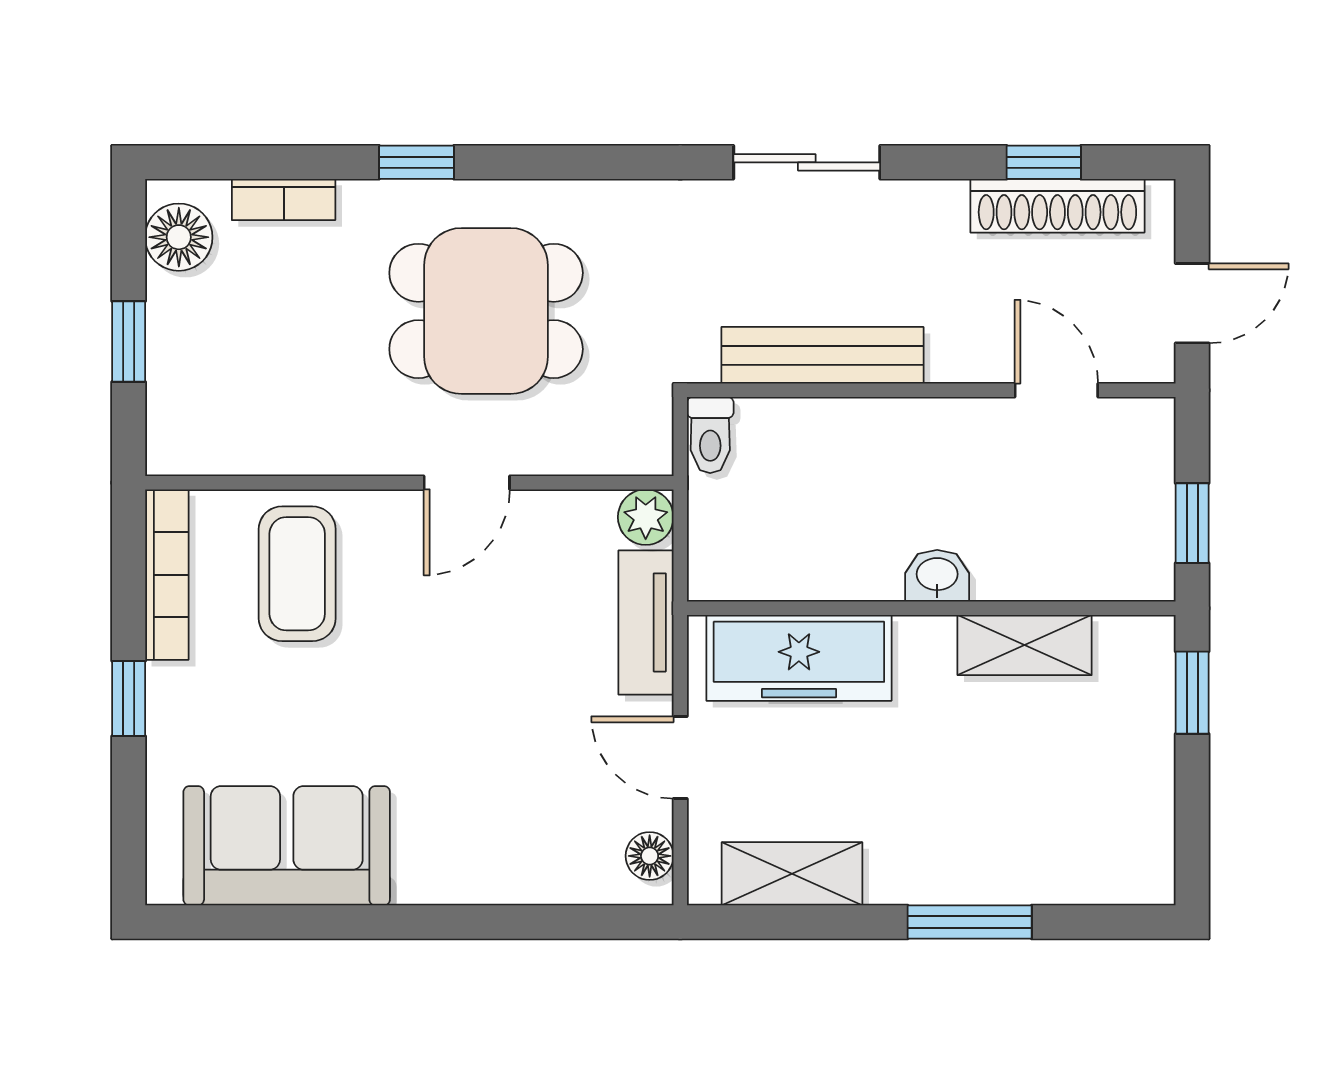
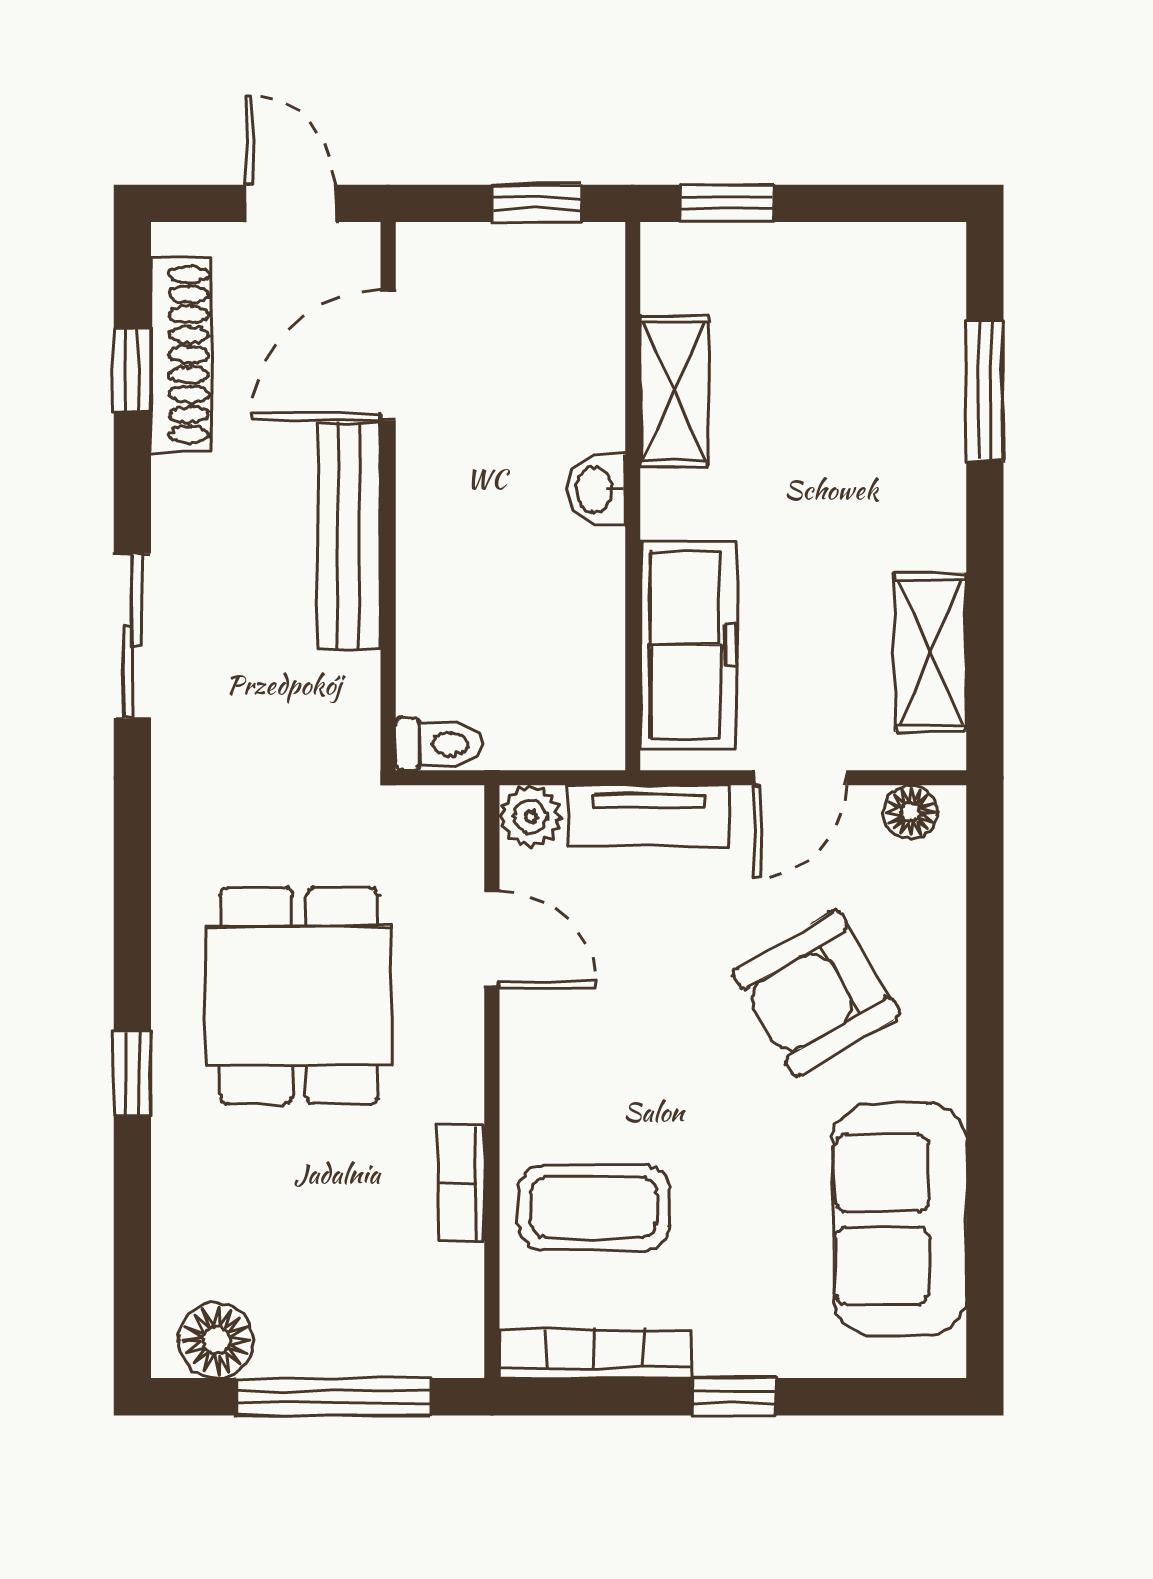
bookcase: (284, 199) -> (461, 1183), moved, turned 180
window: (129, 341) -> (333, 1397), width x2.17
bench: (822, 355) -> (349, 536), moved
door: (1056, 390) -> (388, 356), width x1.38
door: (467, 483) -> (492, 939), moved
armchair: (488, 772) -> (816, 993), added
window: (970, 922) -> (985, 391), moved

